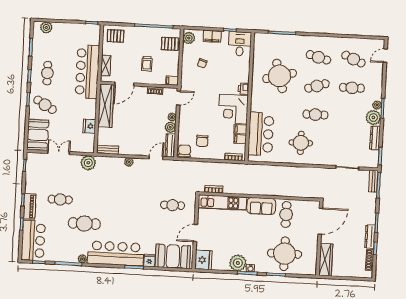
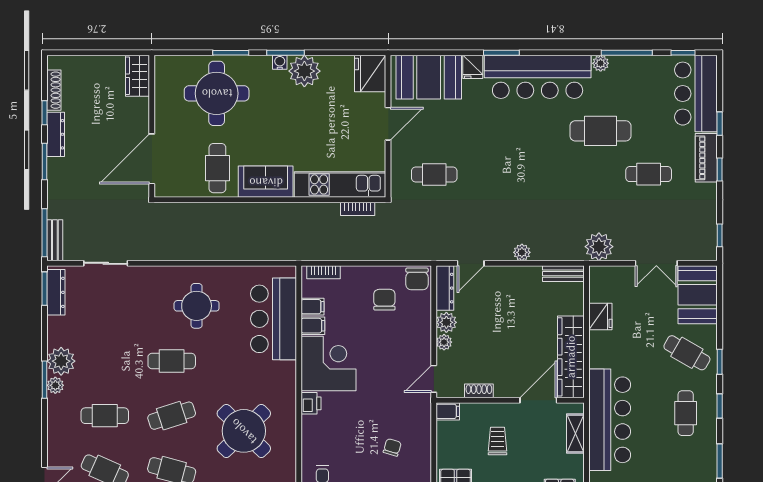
round table: (279, 76) -> (244, 431), turned -30
dresser: (375, 138) -> (56, 292), moved
wardrobe: (326, 260) -> (137, 76), width x0.67

